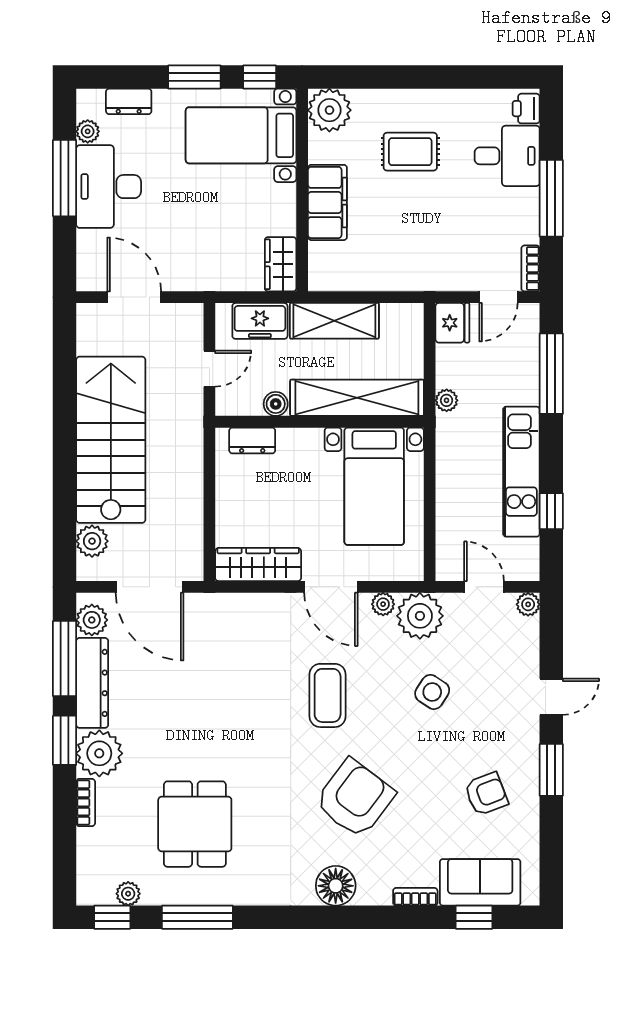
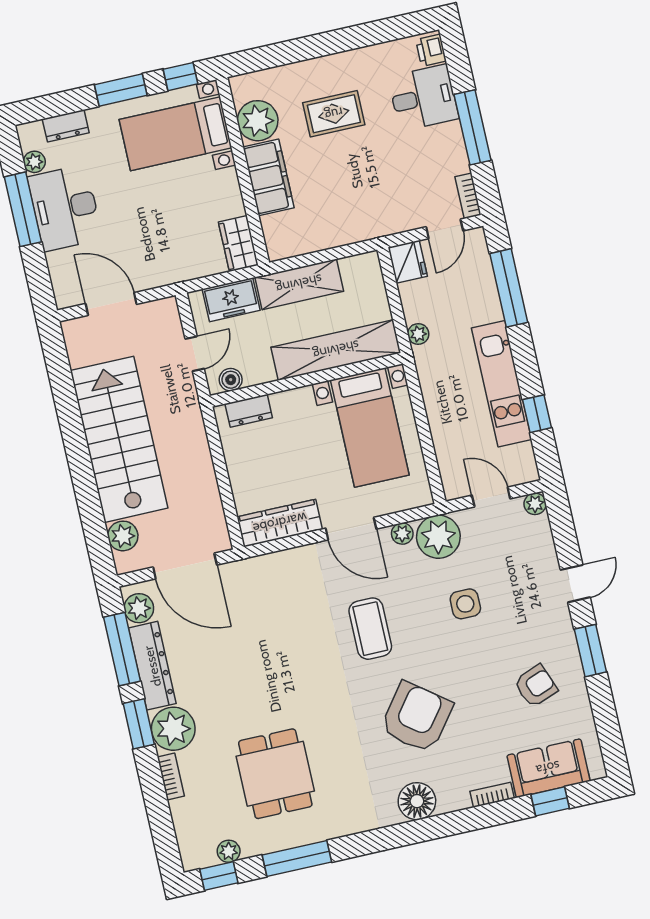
plant: (329, 110) -> (258, 121), moved
boiler: (276, 404) -> (231, 380), moved
side table: (432, 692) -> (465, 604), turned -33

